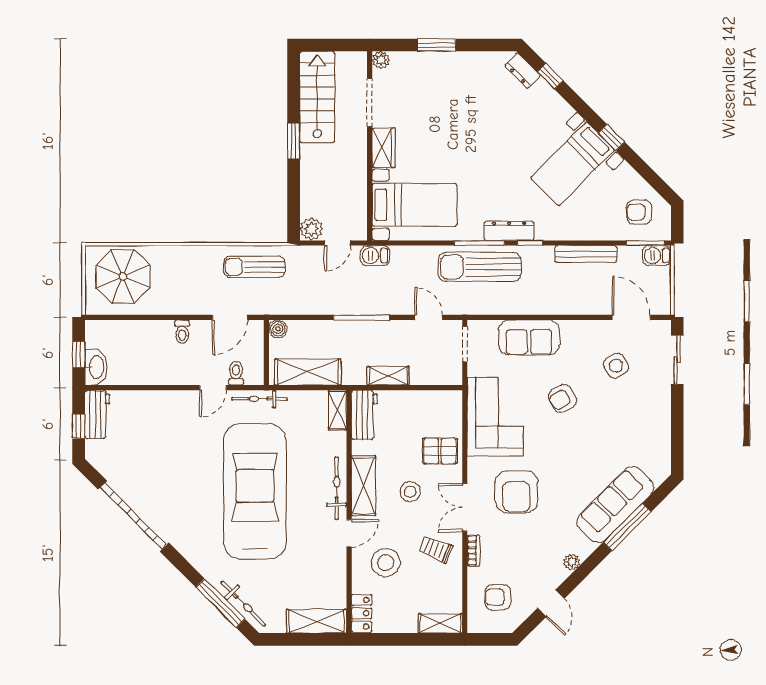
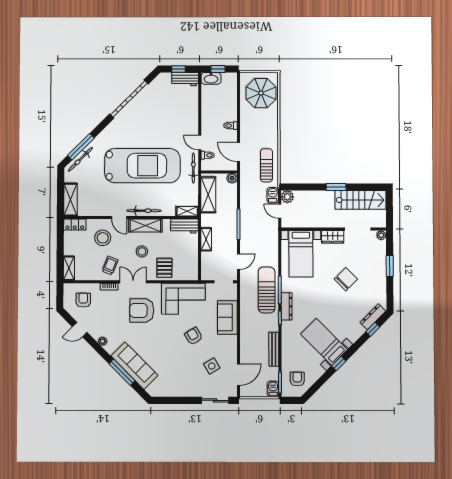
dresser: (523, 71) -> (373, 317), width x1.44
chair: (460, 124) -> (346, 279), added
barbecue: (375, 256) -> (273, 195), moved

